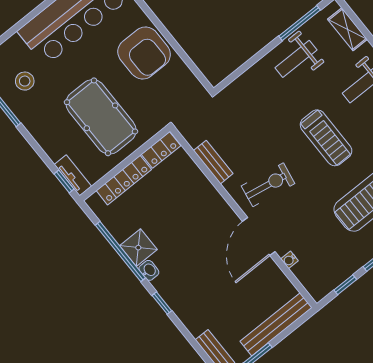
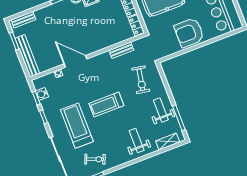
treadmill: (326, 138) -> (106, 105), moved
exercise bike: (268, 185) -> (141, 80), moved
water cooler: (335, 277) -> (42, 94), added

